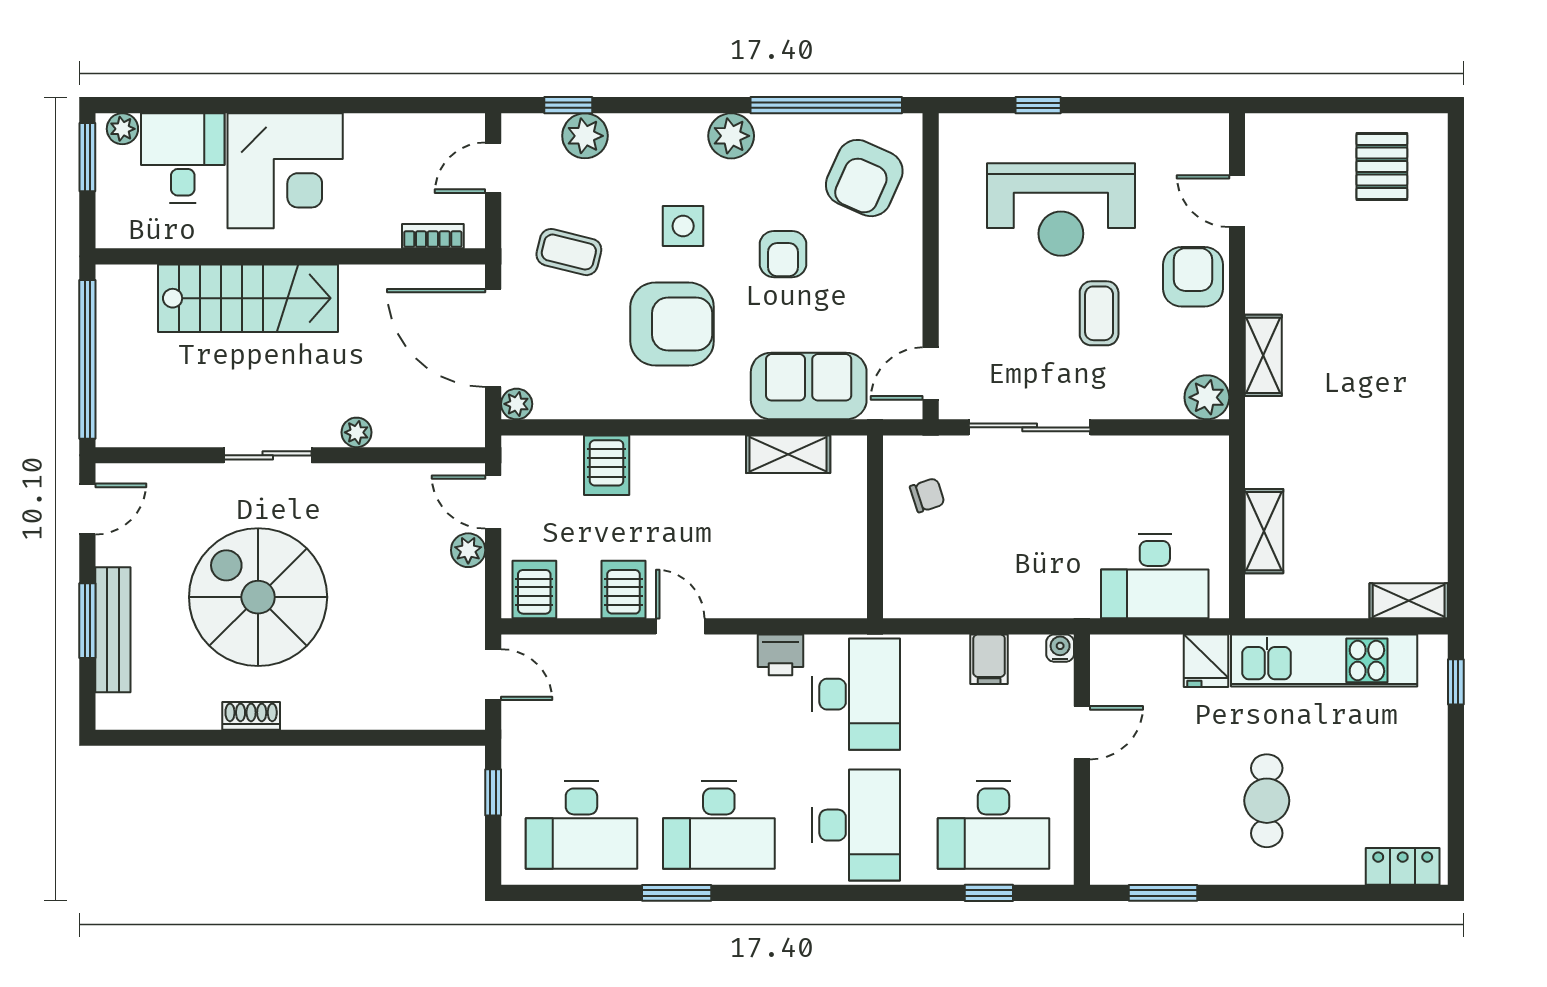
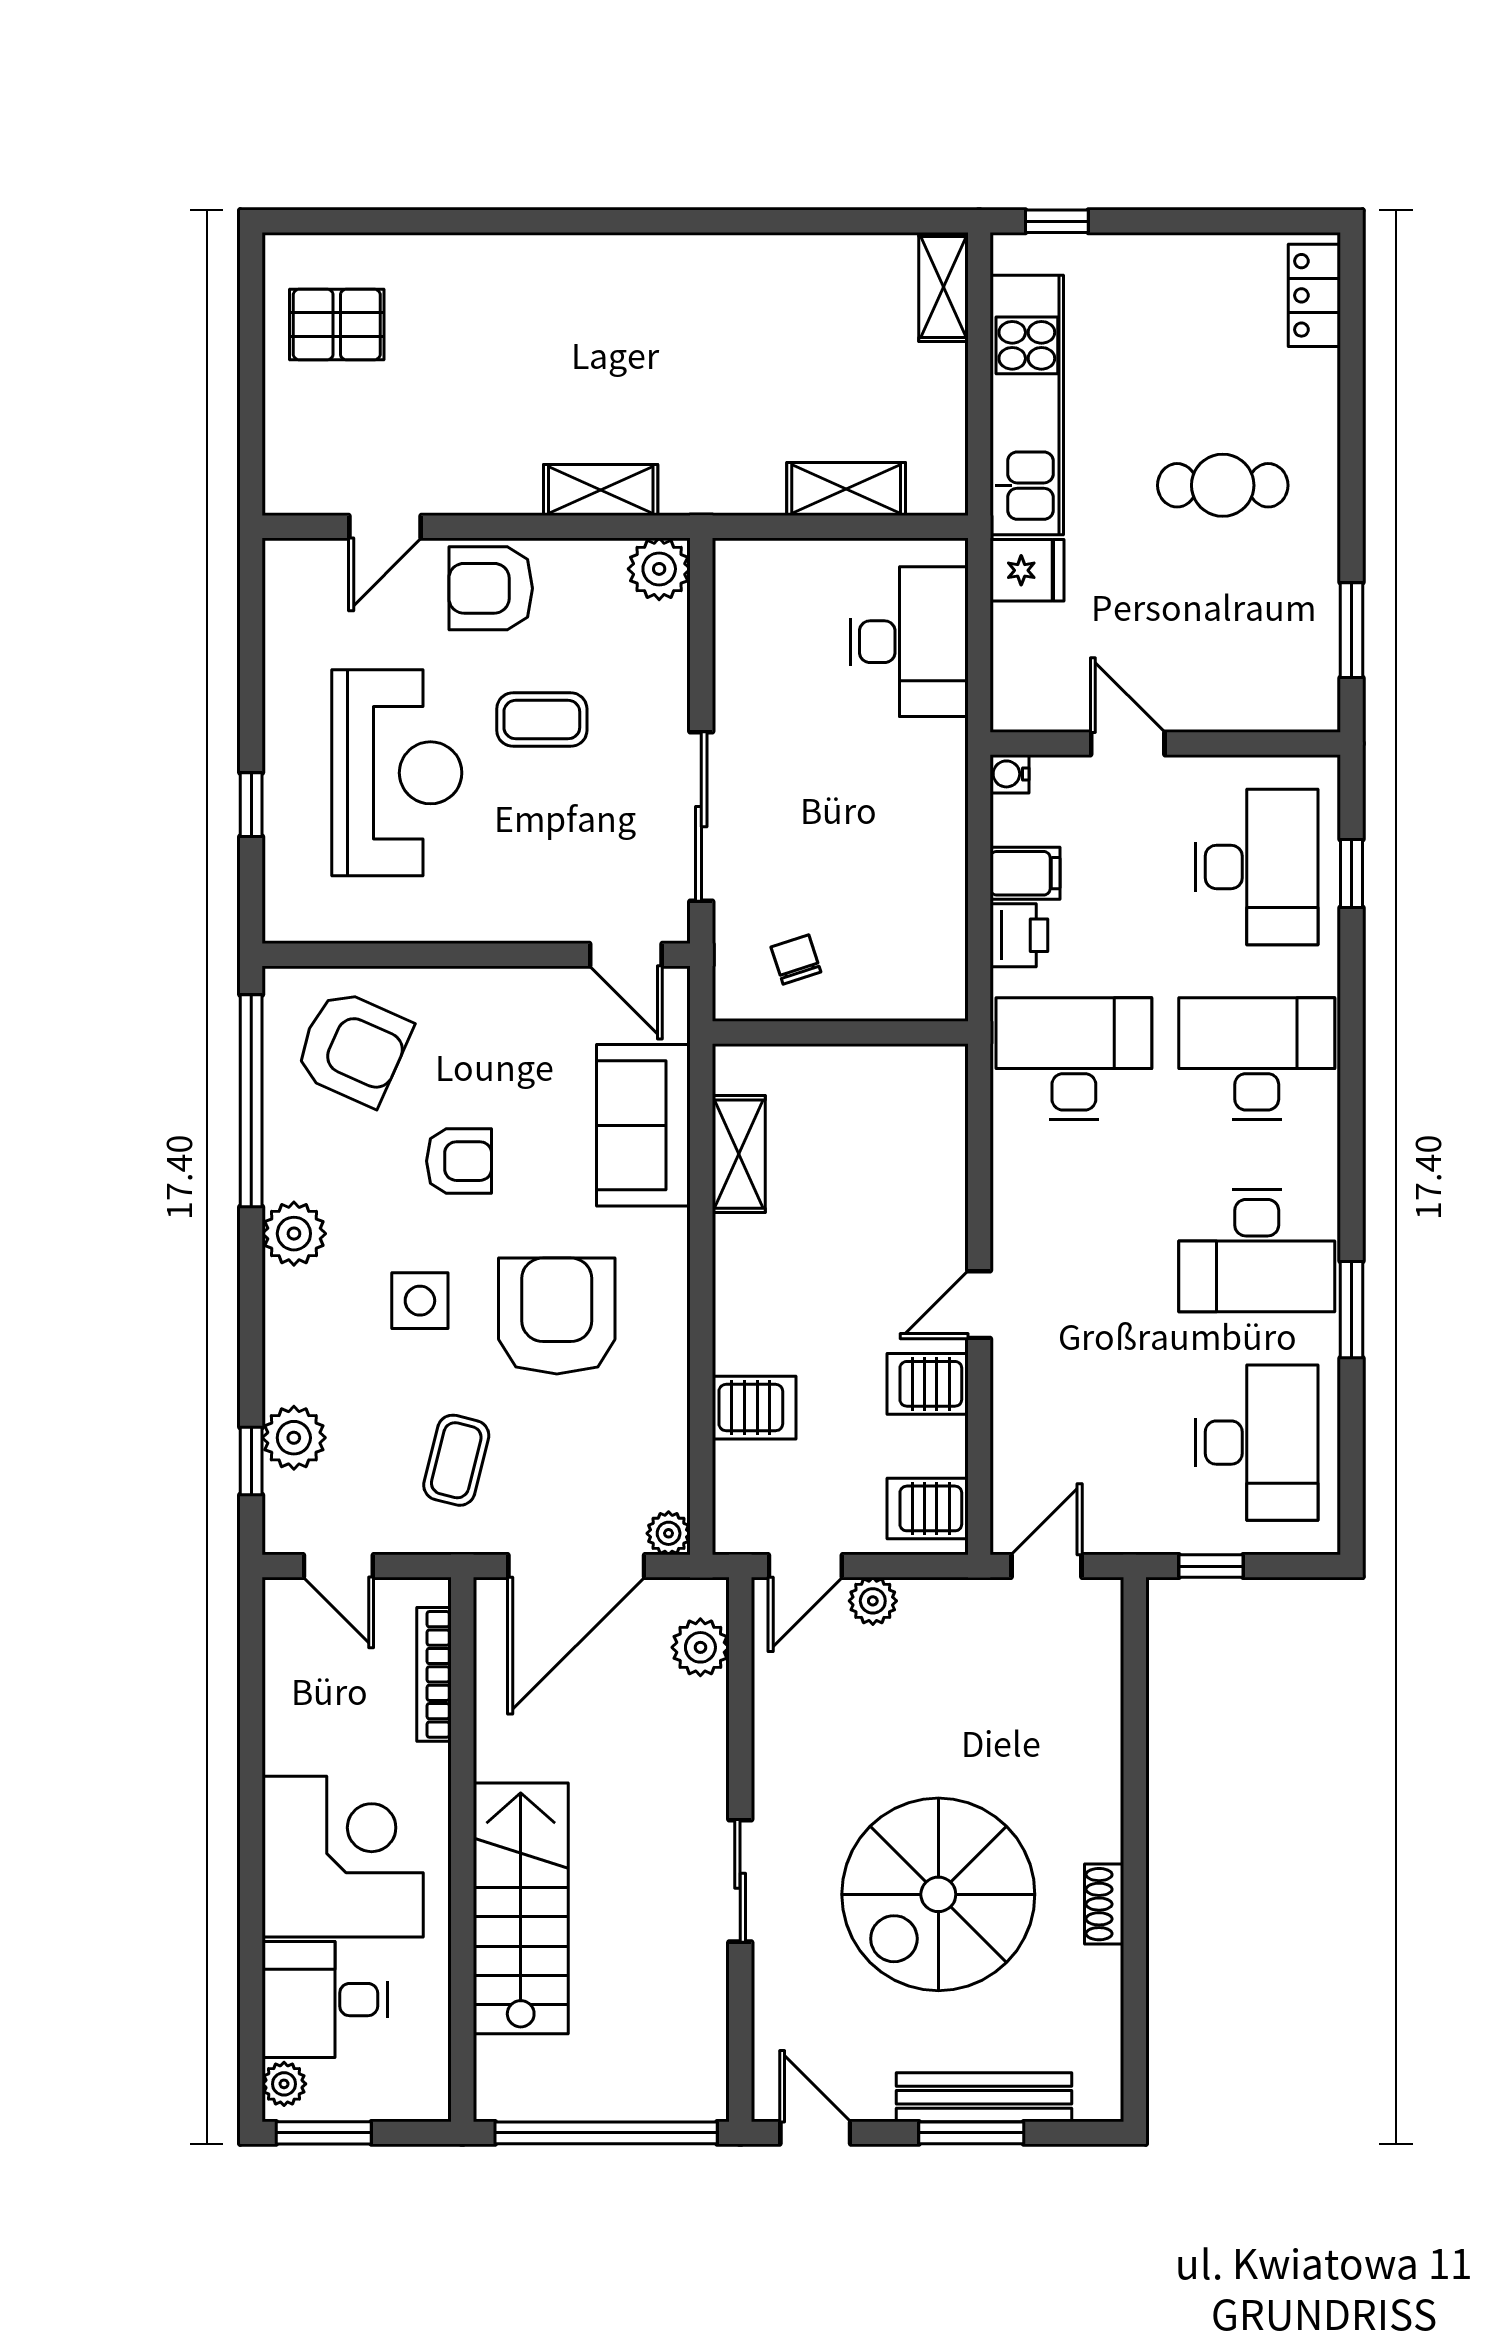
bookcase: (433, 236) -> (434, 1674), width x1.56
plant: (357, 432) -> (700, 1647), moved, width x1.38, depth x1.38
printer: (780, 655) -> (1019, 935), moved
desk: (719, 825) -> (1257, 1251), turned 90

